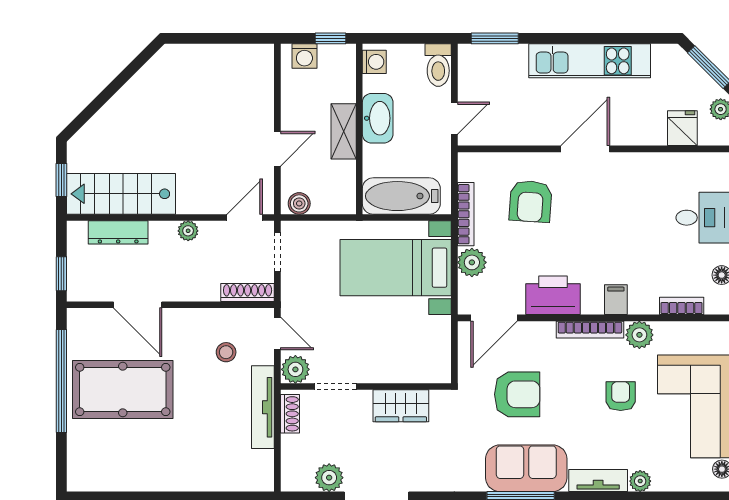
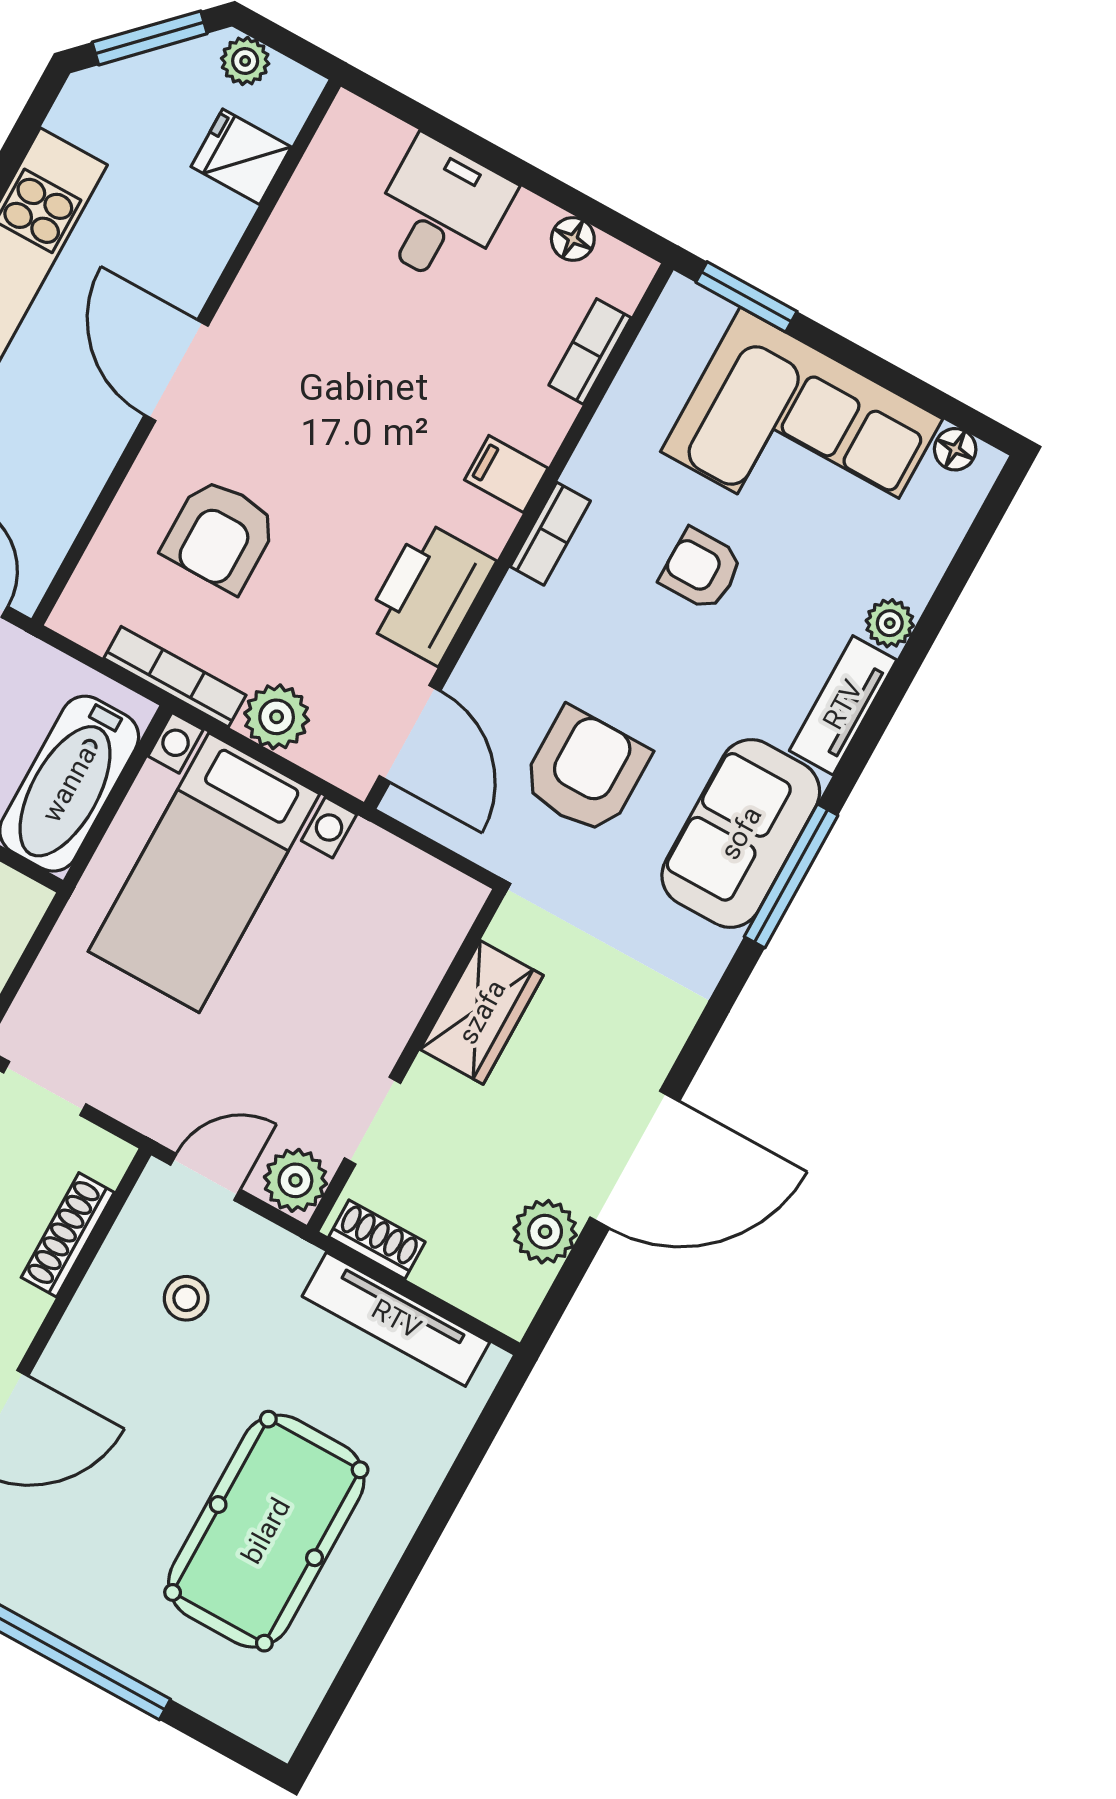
armchair: (531, 201) -> (220, 535), turned 86
shoe rack: (248, 292) -> (68, 1235), moved
bookcase: (590, 330) -> (550, 534), width x0.64
plant: (639, 335) -> (601, 466), removed
pool table: (123, 390) -> (266, 1531), moved
tv unit: (263, 407) -> (396, 1319), moved

